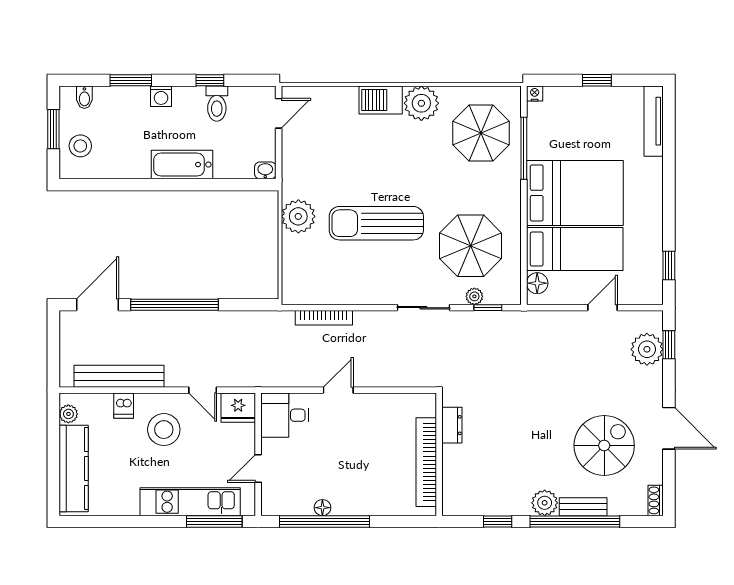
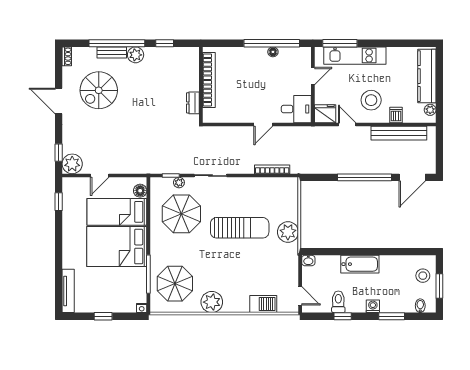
barbecue: (381, 100) -> (263, 304), moved
door: (279, 113) -> (300, 296), swing flipped
plant: (647, 349) -> (72, 164), moved

